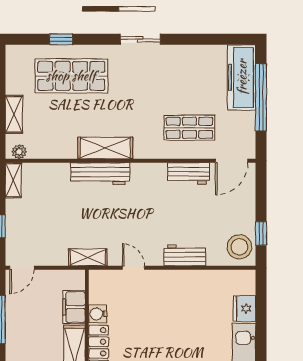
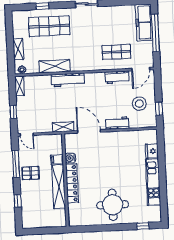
shelving: (105, 148) -> (55, 66), moved
stool: (239, 247) -> (139, 104), moved
door: (22, 268) -> (27, 134), hinge flipped
door: (134, 268) -> (89, 131), width x1.88
filing cabinet: (74, 307) -> (57, 160), width x0.50
pallet: (25, 337) -> (31, 173), added

